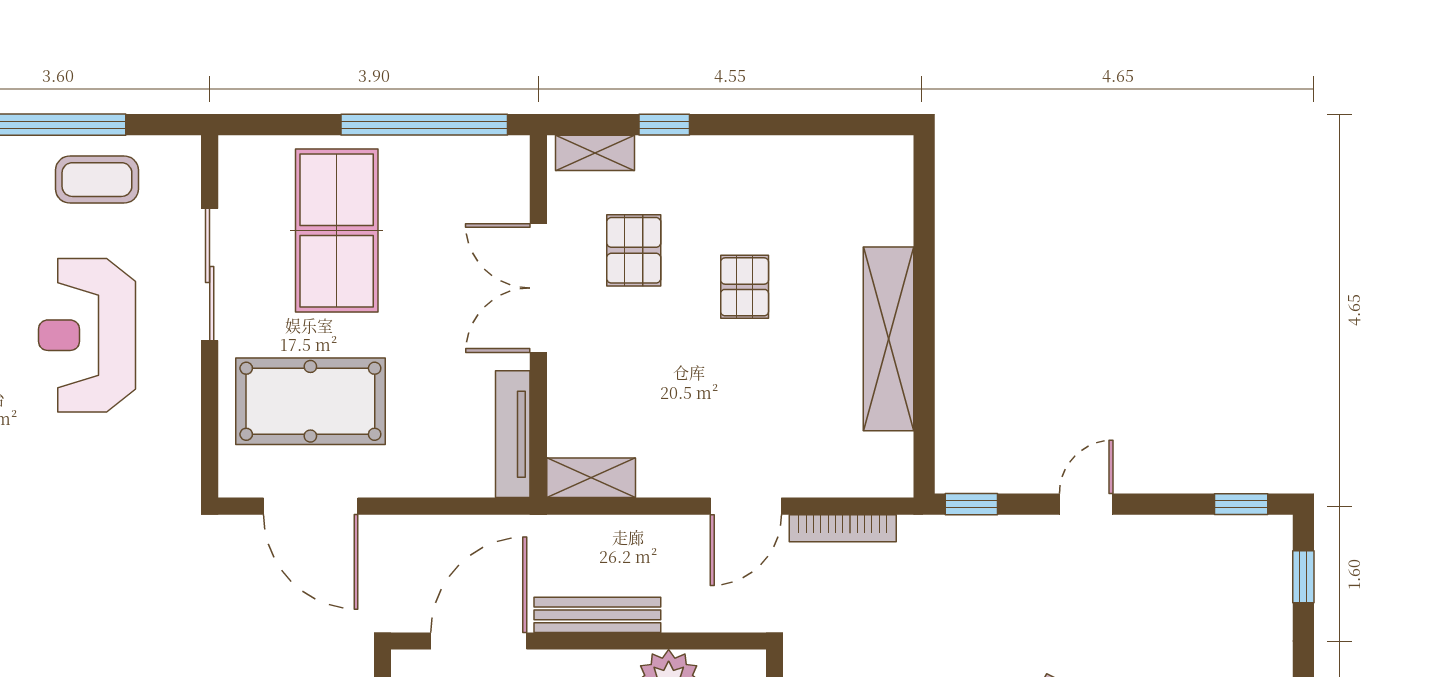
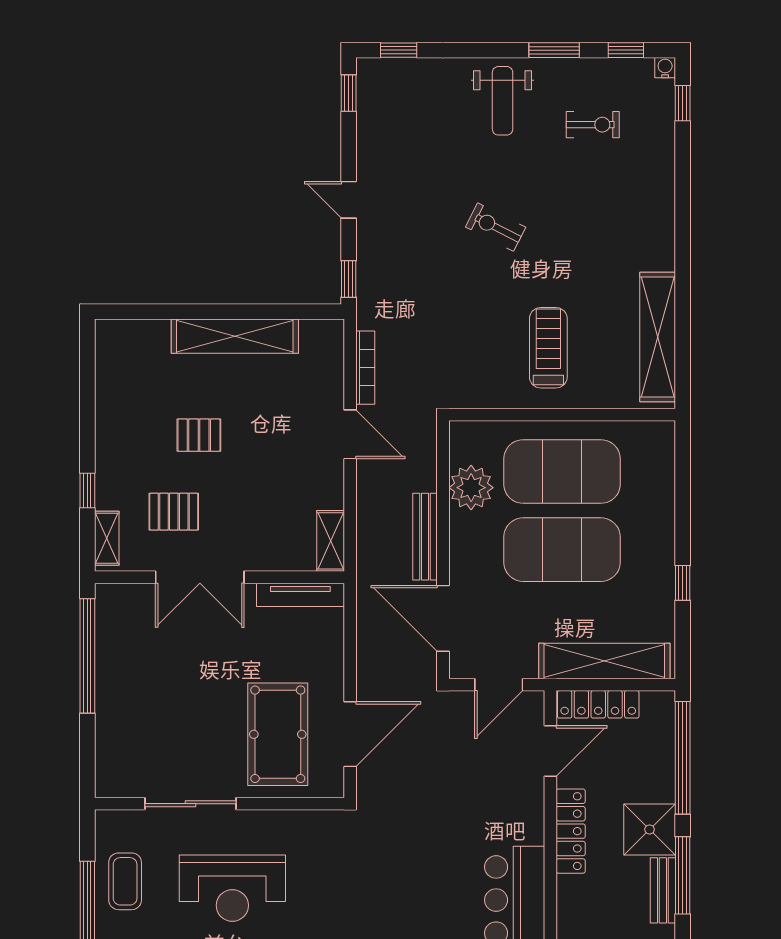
table tennis table: (337, 230) -> (160, 716), removed

